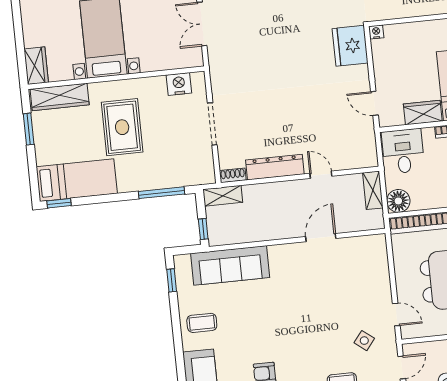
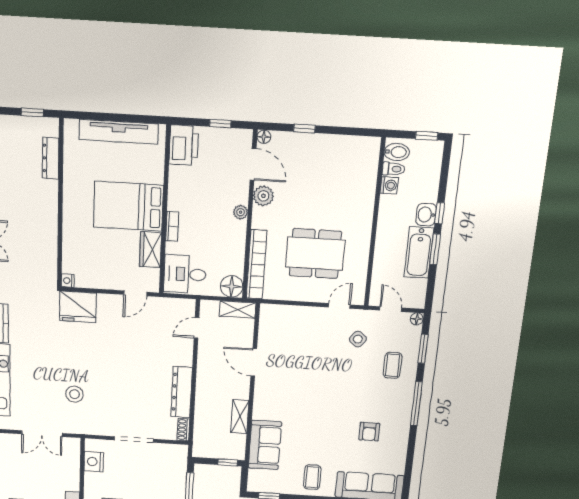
stool: (253, 54) -> (74, 394), added
door: (321, 175) -> (197, 328), moved
shelving: (373, 190) -> (237, 310), moved
shelving: (223, 196) -> (240, 417), moved
sofa: (230, 265) -> (265, 445), width x0.73

